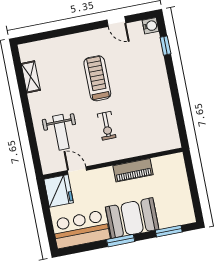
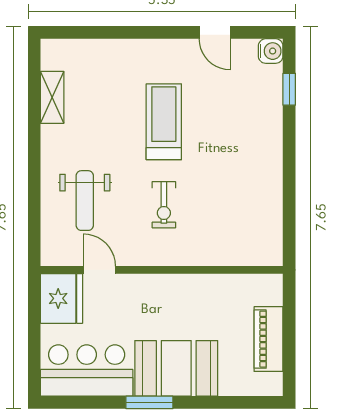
piano: (133, 170) -> (268, 339), moved, turned 90
window: (169, 231) -> (234, 402), removed

